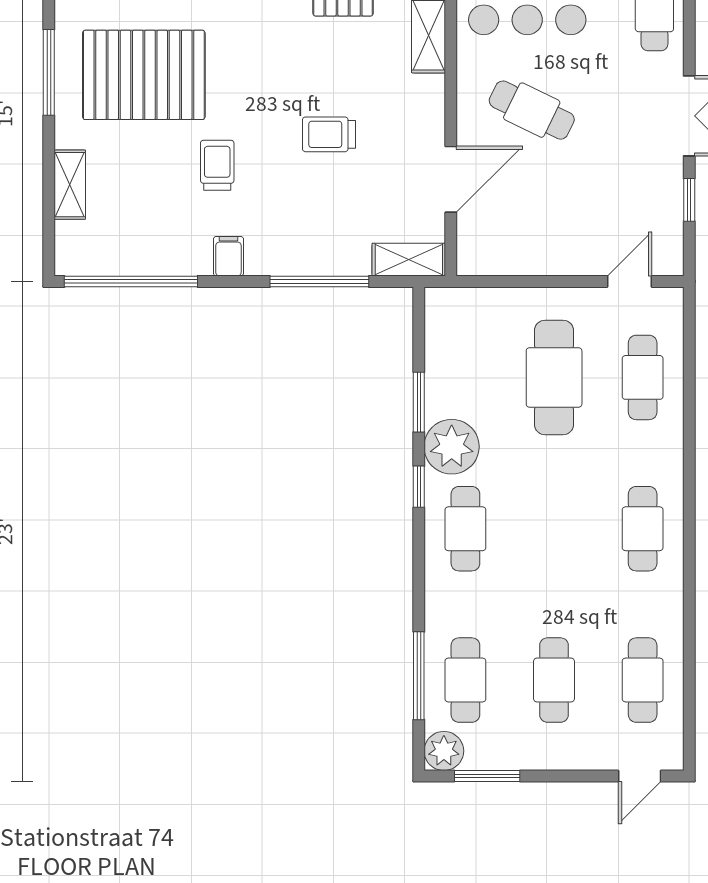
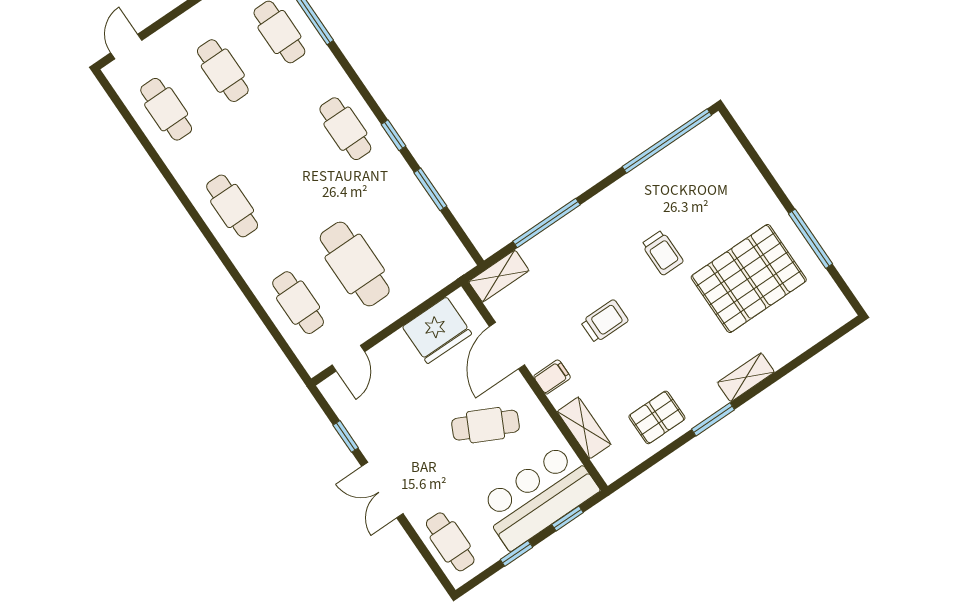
shelving: (70, 185) -> (748, 176), removed
fridge: (514, 247) -> (437, 330), added
filing cabinet: (228, 256) -> (552, 377), moved, turned -90
plant: (452, 447) -> (390, 175), removed

